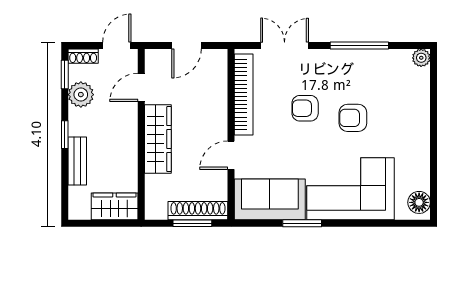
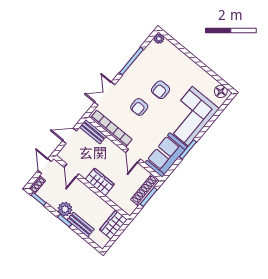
door: (186, 45) -> (70, 136), swing flipped
bench: (219, 73) -> (93, 132), added
plant: (81, 95) -> (65, 209), moved
wardrobe: (158, 139) -> (100, 182), width x0.67

